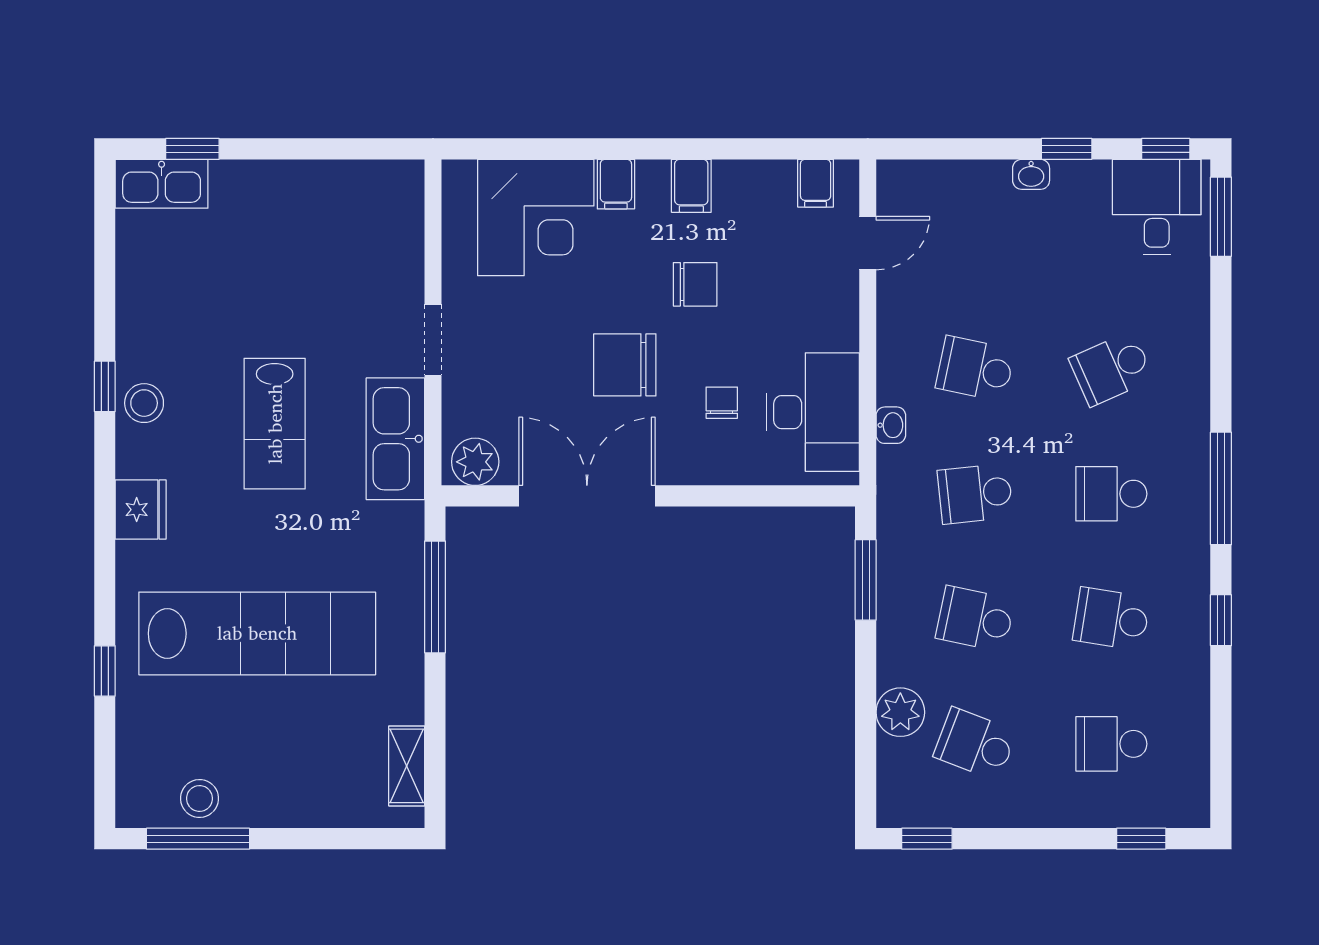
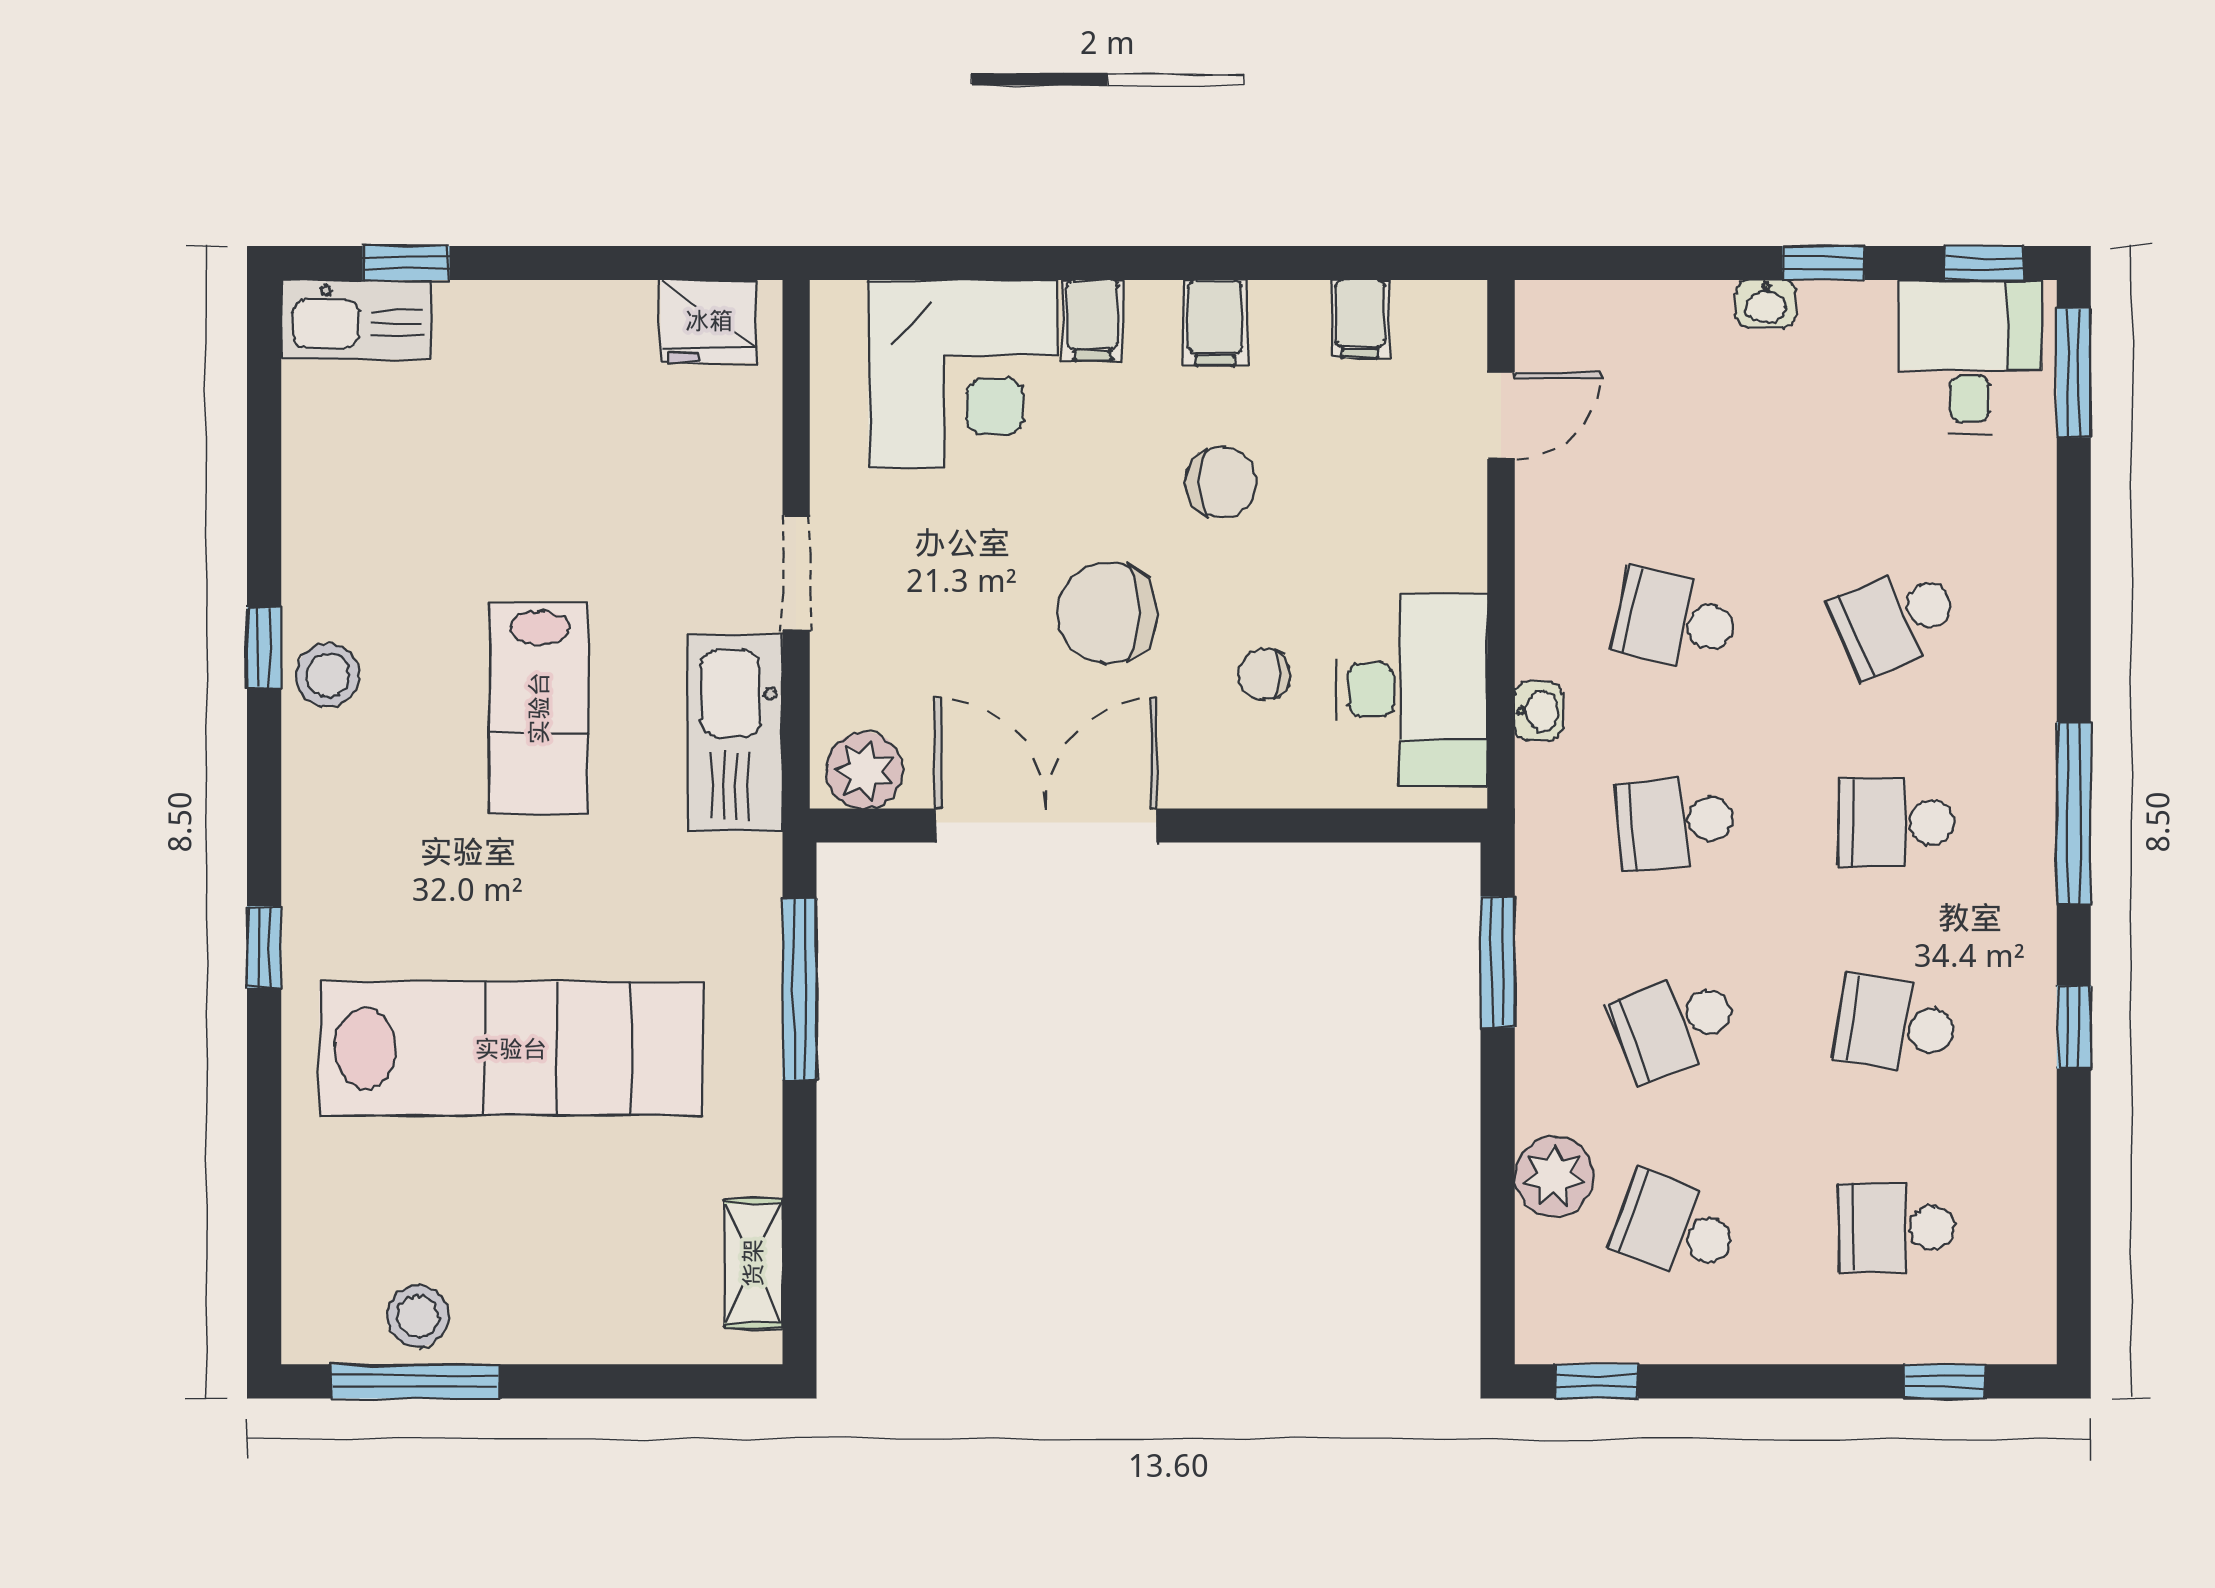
filing cabinet: (816, 183) -> (1360, 319), moved
chair: (722, 403) -> (1264, 674), turned -90
fridge: (141, 510) -> (709, 321), moved, turned 90
school desk: (975, 619) -> (1675, 1025), turned -33
window: (105, 671) -> (264, 947), moved

